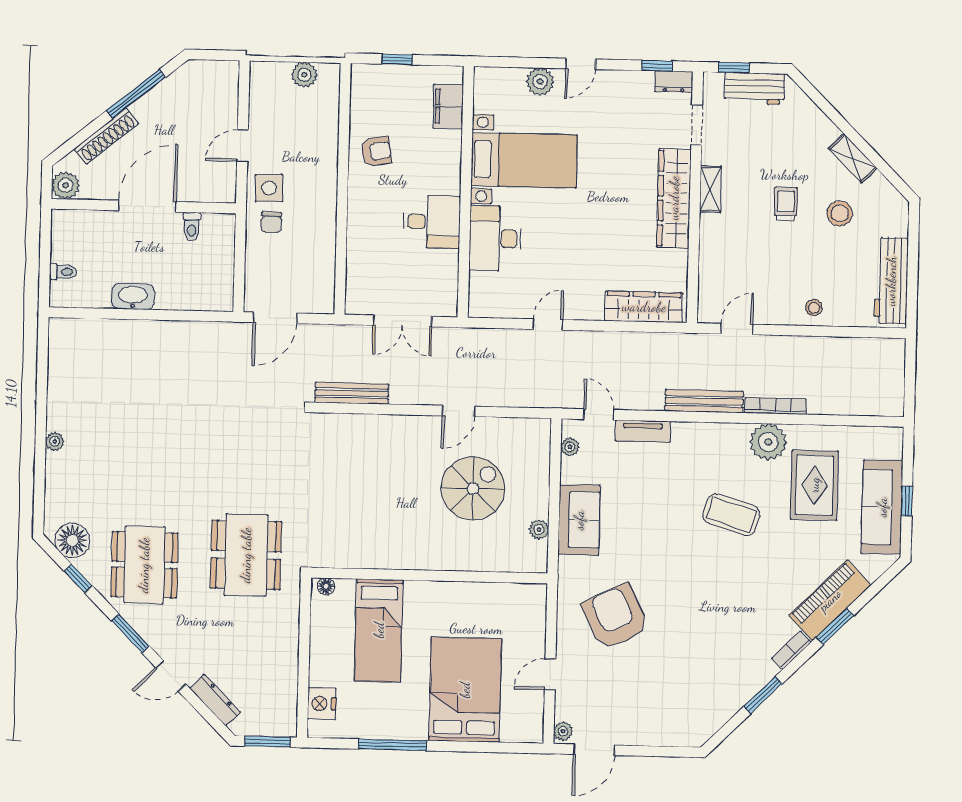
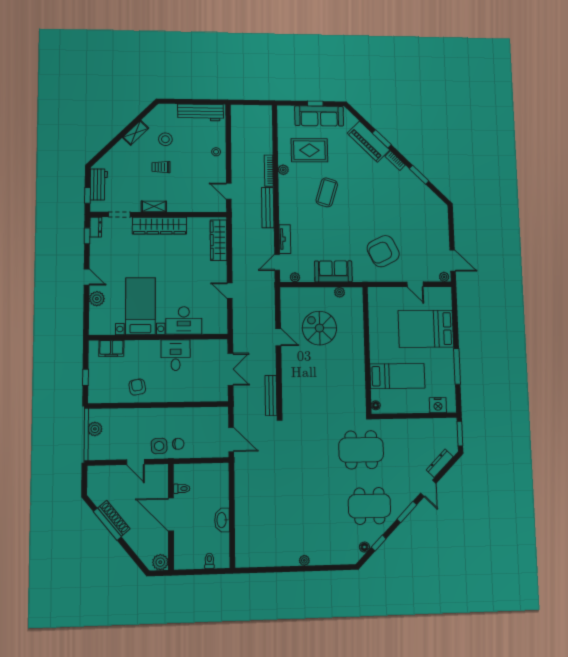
shoe rack: (106, 136) -> (114, 518), moved
plant: (768, 442) -> (283, 170), width x0.53, depth x0.53
floor lamp: (72, 540) -> (364, 547), width x0.53, depth x0.53

